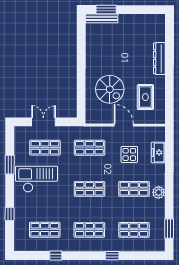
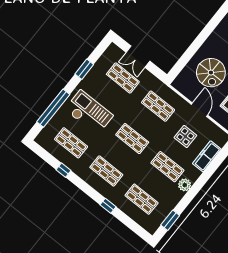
double door: (43, 122) -> (138, 57), swing flipped
freezer: (158, 152) -> (207, 156), width x1.40
checkout: (36, 179) -> (89, 113), moved
window: (10, 214) -> (53, 108), width x3.17

